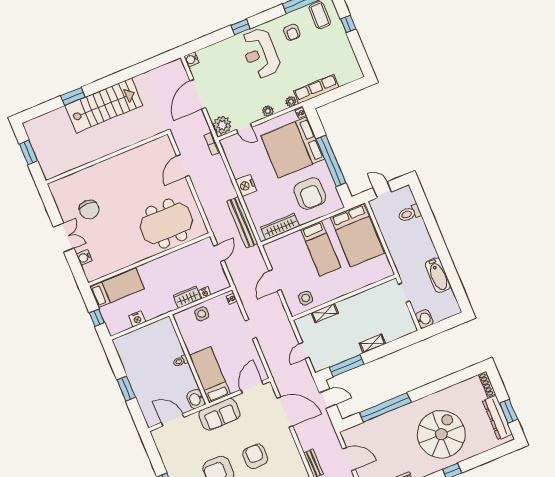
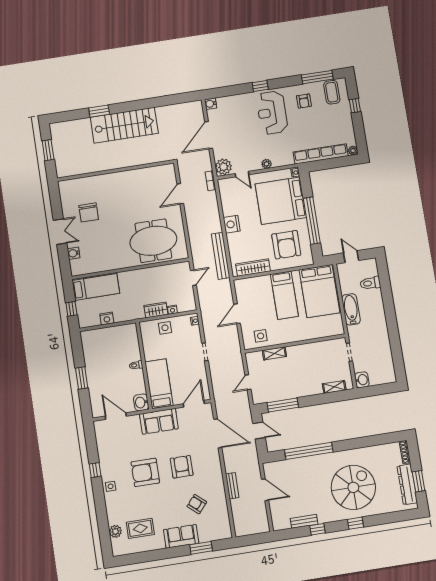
row of seats: (316, 89) -> (321, 154), width x1.36
plant: (291, 102) -> (353, 151), moved
bathtub: (438, 275) -> (351, 309), moved, turned 180
shelving: (372, 344) -> (334, 387), moved

